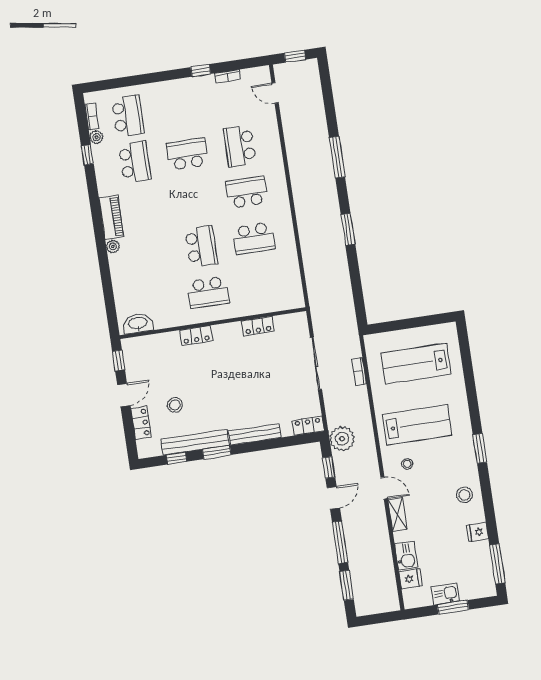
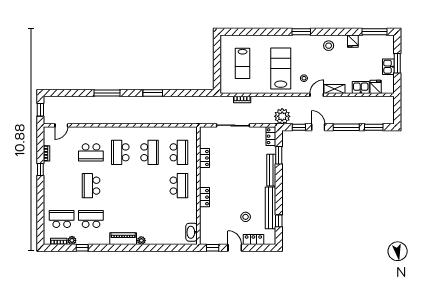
school desk: (201, 246) -> (179, 152), moved, turned 90
lab bench: (416, 364) -> (243, 63), width x0.73, depth x0.72
window: (217, 452) -> (279, 155), moved

